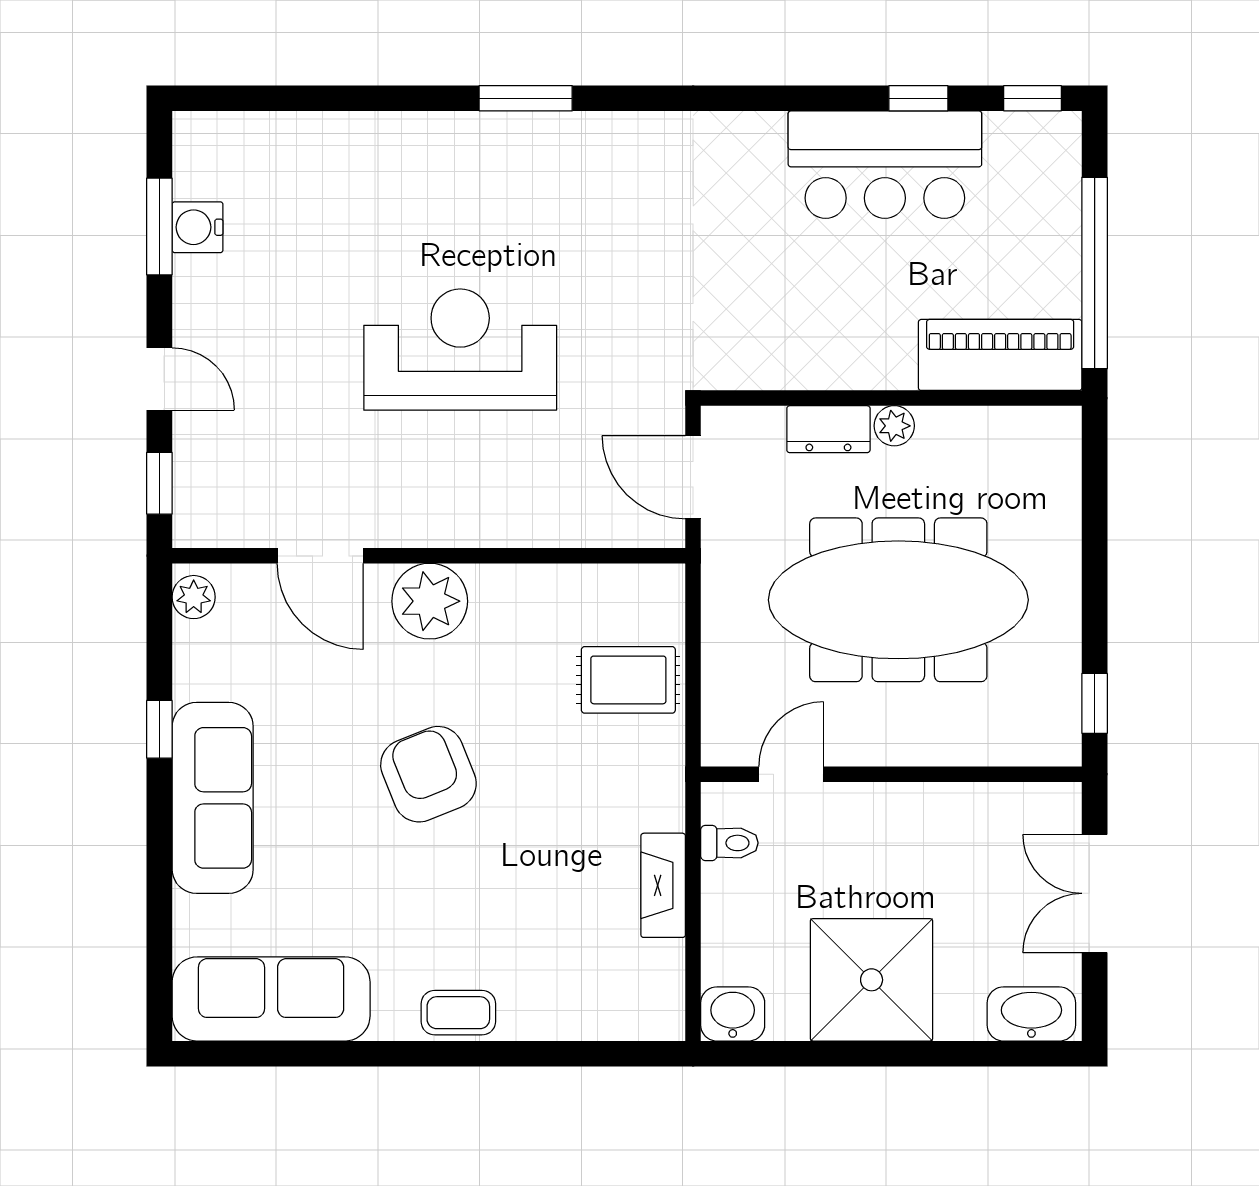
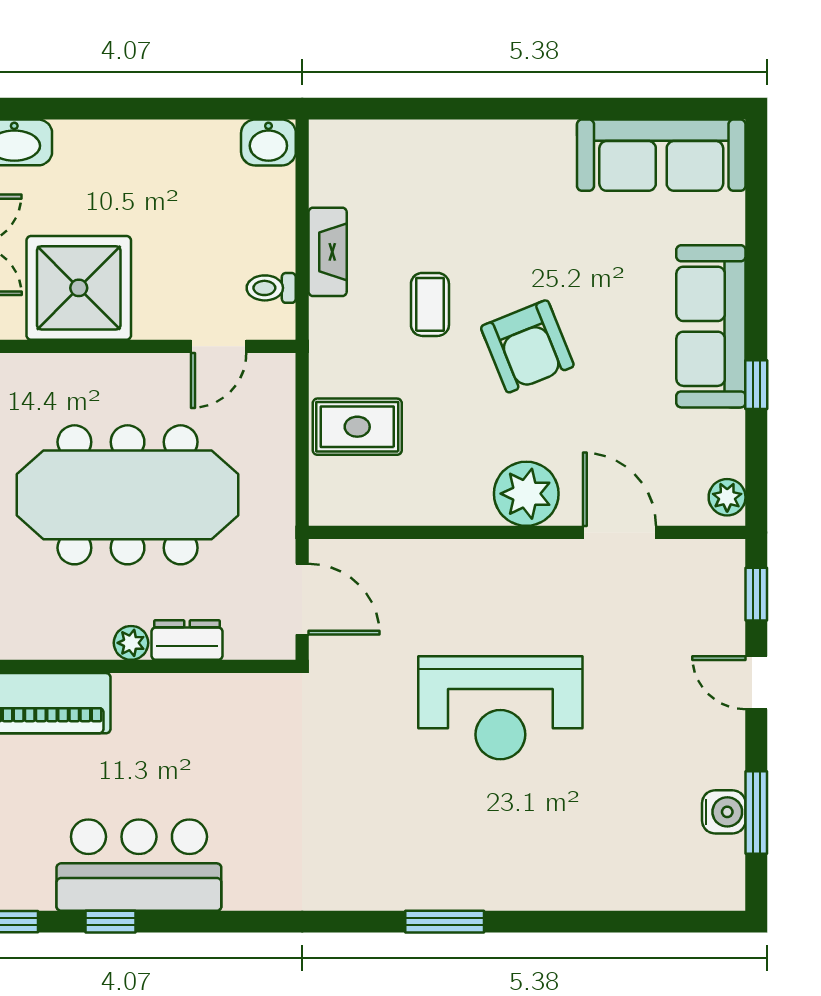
shower: (872, 980) -> (79, 288), moved
coffee table: (458, 1013) -> (430, 304), moved, turned 90

